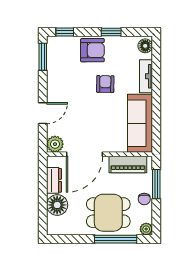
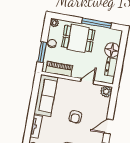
armchair: (105, 84) -> (75, 117), moved
door: (43, 113) -> (108, 126), moved
door: (85, 154) -> (87, 81), width x0.53
window: (116, 239) -> (96, 23), moved

